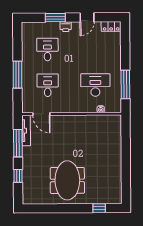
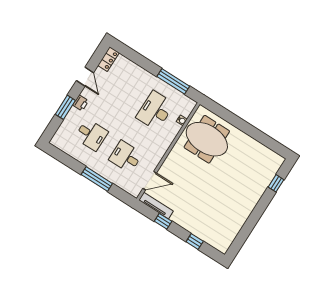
desk: (47, 50) -> (91, 135), turned 180
window: (18, 143) -> (163, 221), width x0.46
meeting table: (67, 180) -> (207, 139), moved

